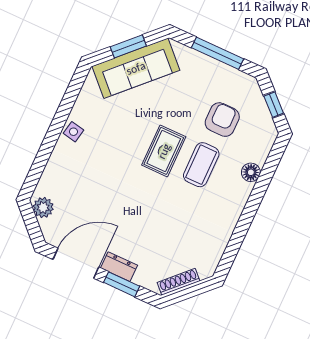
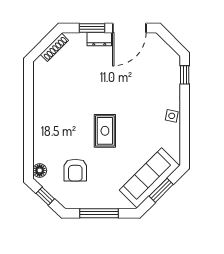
coffee table: (201, 165) -> (75, 133), removed
floor lamp: (251, 172) -> (40, 170), moved
window: (35, 175) -> (185, 75), added
plant: (43, 208) -> (169, 55), removed

